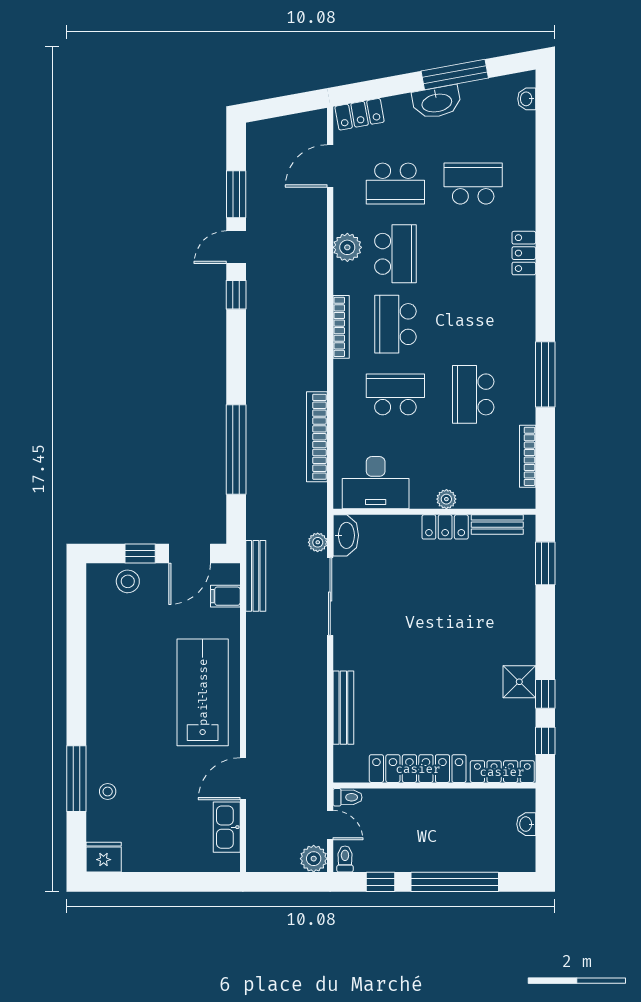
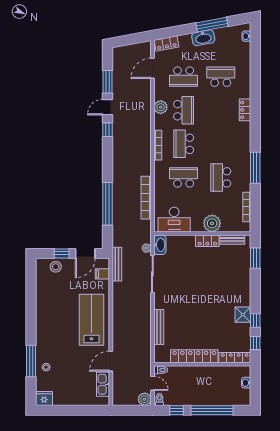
plant: (446, 499) -> (212, 223), width x1.88, depth x1.88

